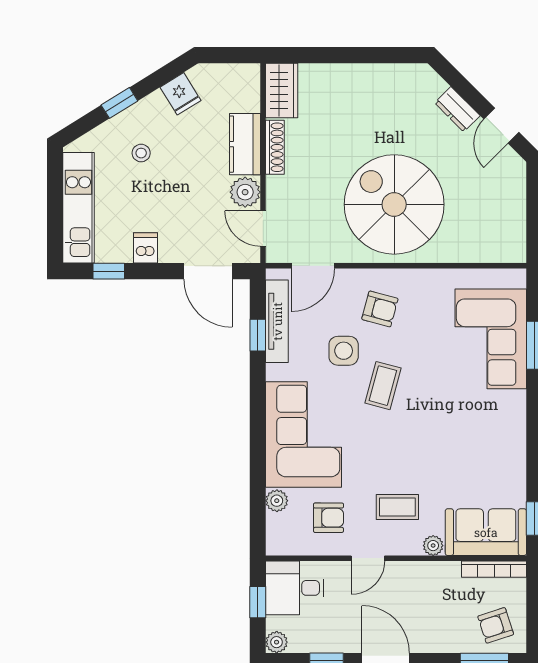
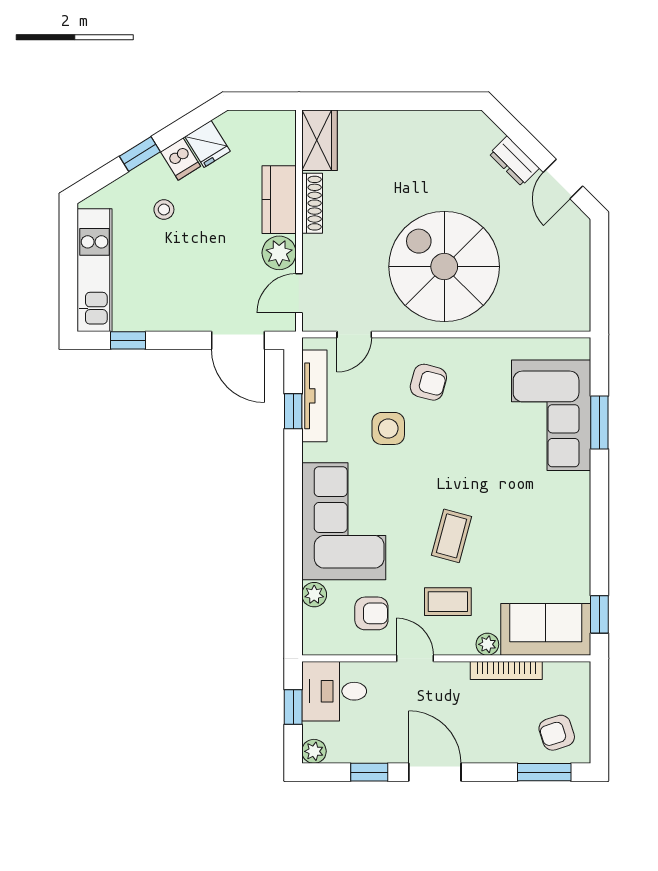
door: (263, 229) -> (299, 293), hinge flipped
dishwasher: (145, 248) -> (181, 159), moved, turned 148
door: (313, 266) -> (354, 334), width x0.73
coffee table: (383, 386) -> (452, 536), moved
door: (368, 558) -> (415, 658), swing flipped
bookcase: (494, 569) -> (506, 670), moved

